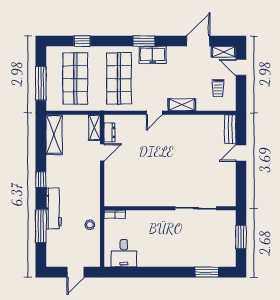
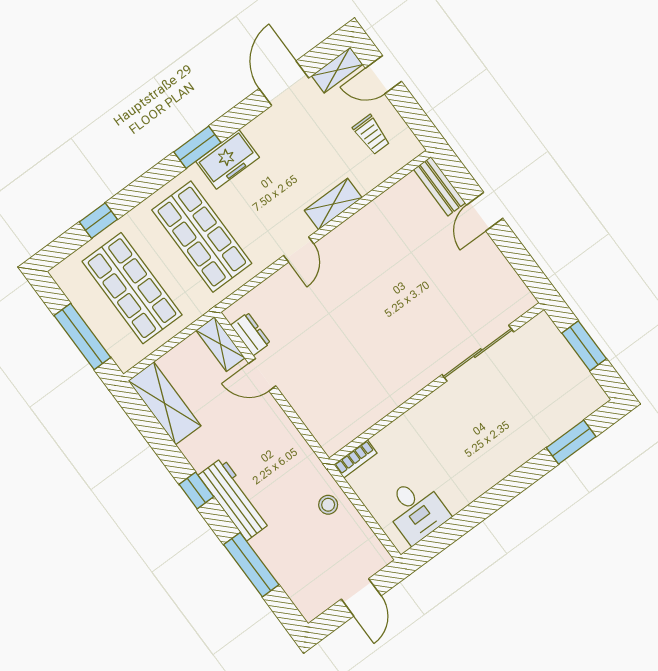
door: (102, 152) -> (262, 375), swing flipped
workbench: (54, 208) -> (235, 499), moved

